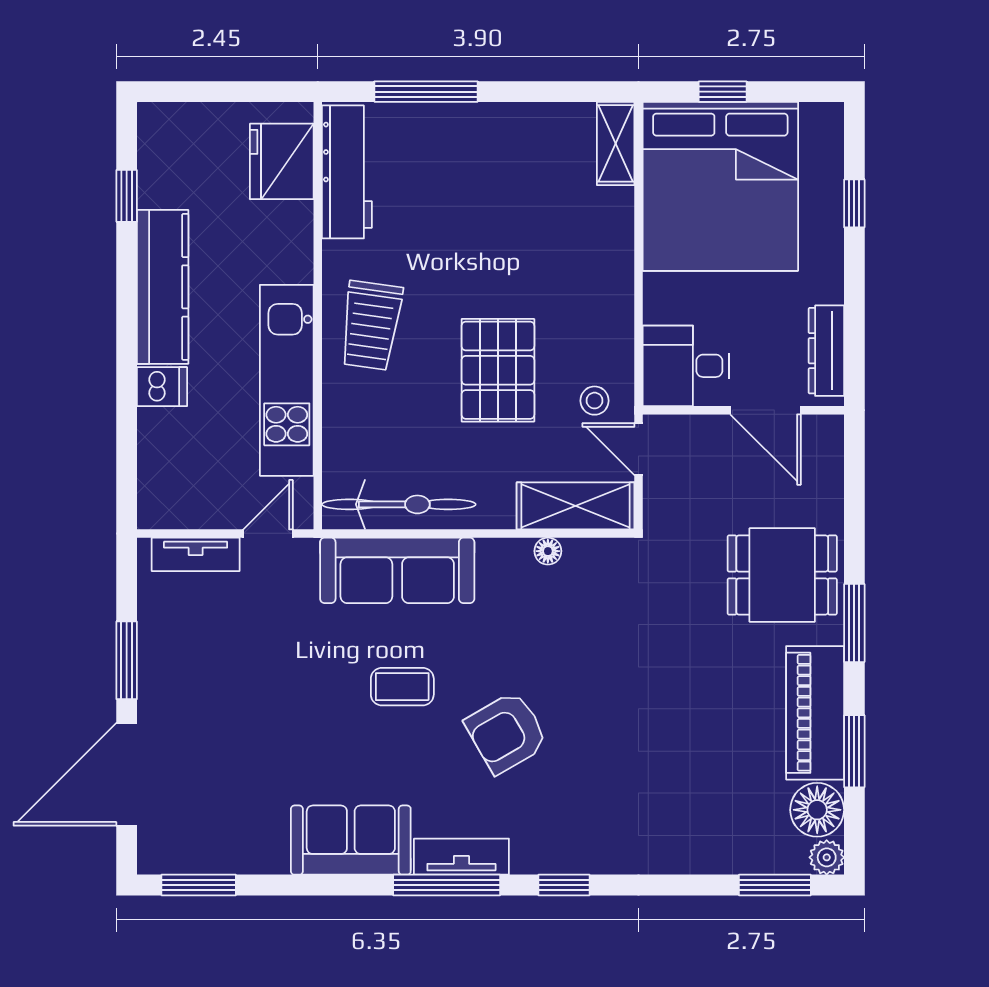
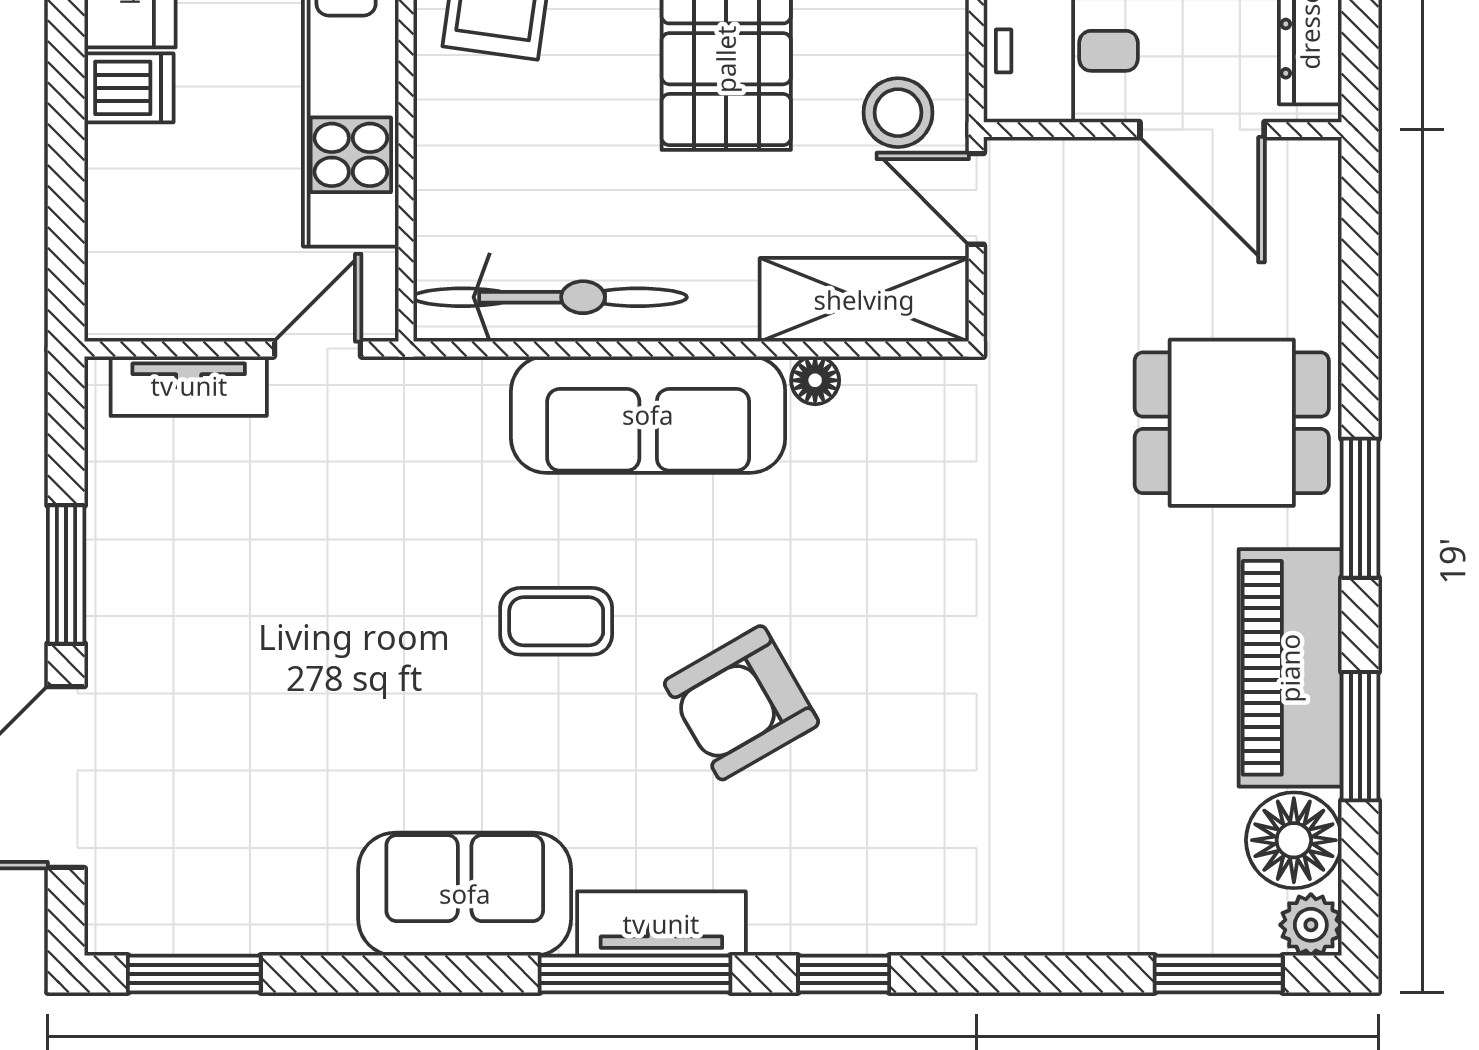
stool: (595, 401) -> (898, 113), width x1.37, depth x1.37
sofa: (397, 570) -> (648, 415), moved

